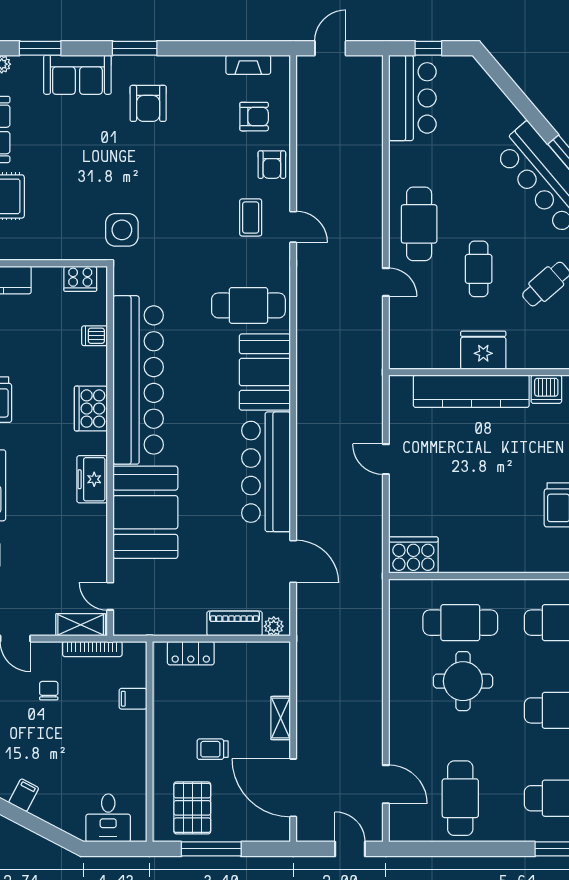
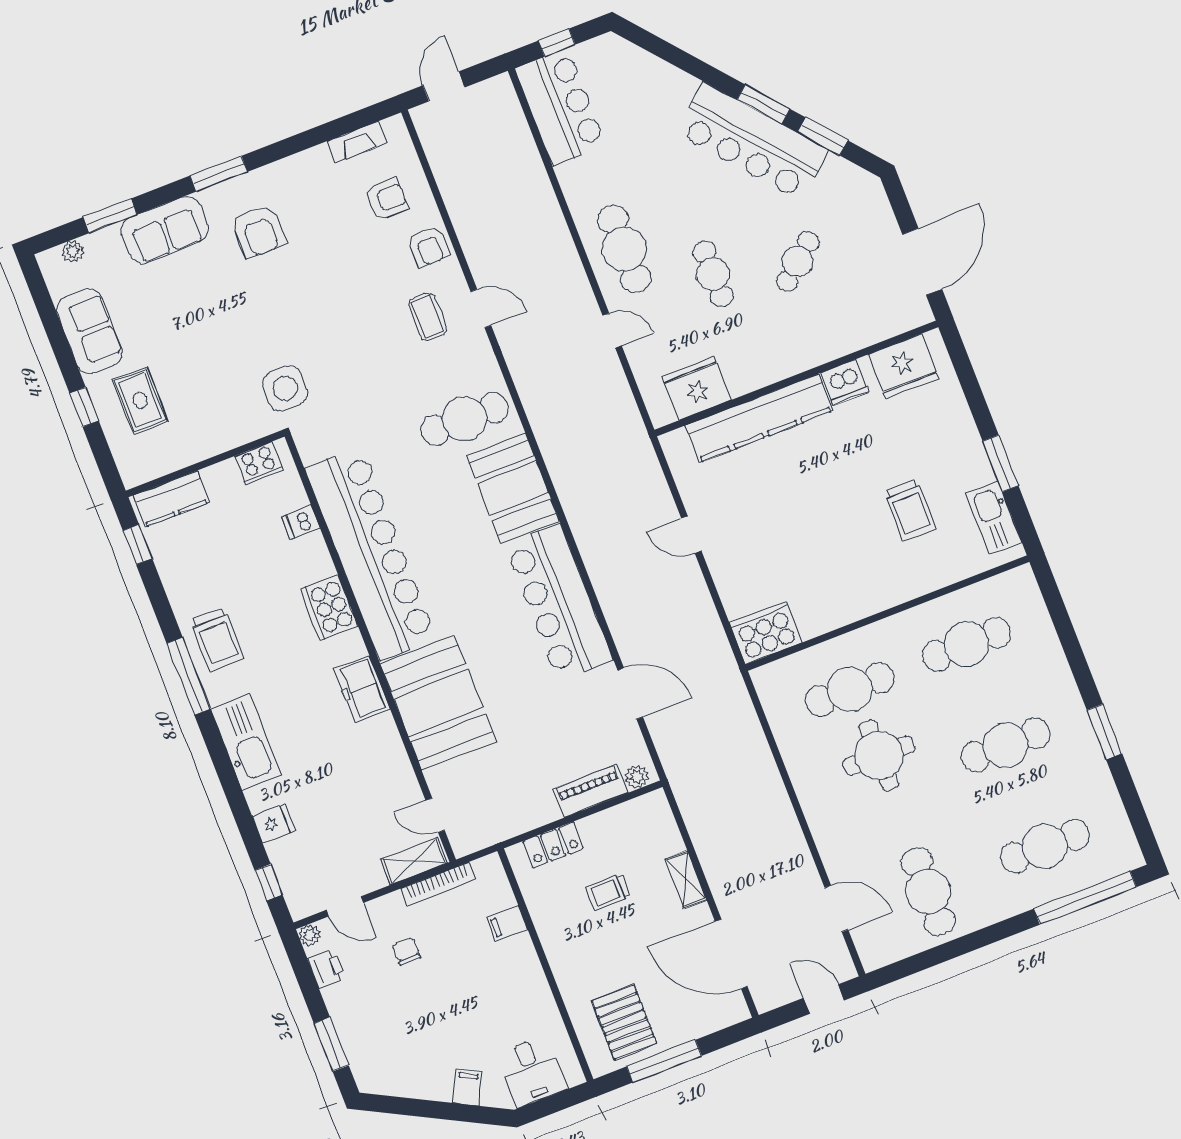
fridge: (483, 350) -> (696, 388), moved
trolley: (213, 749) -> (608, 892), moved
filing cabinet: (24, 795) -> (467, 1088), moved

